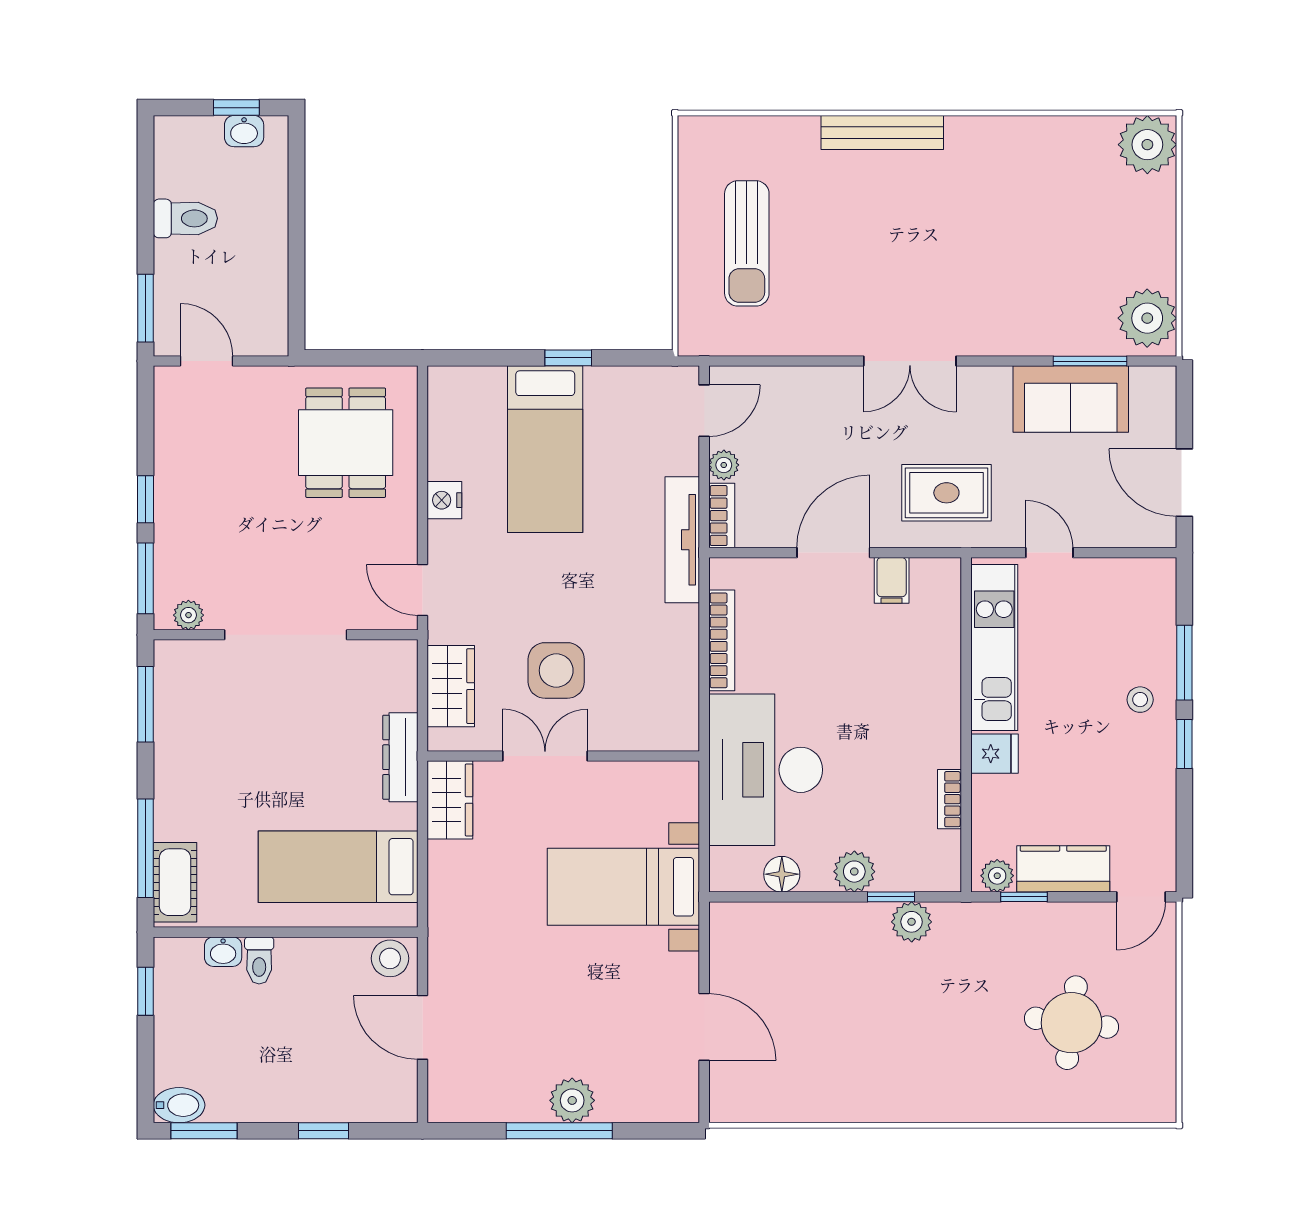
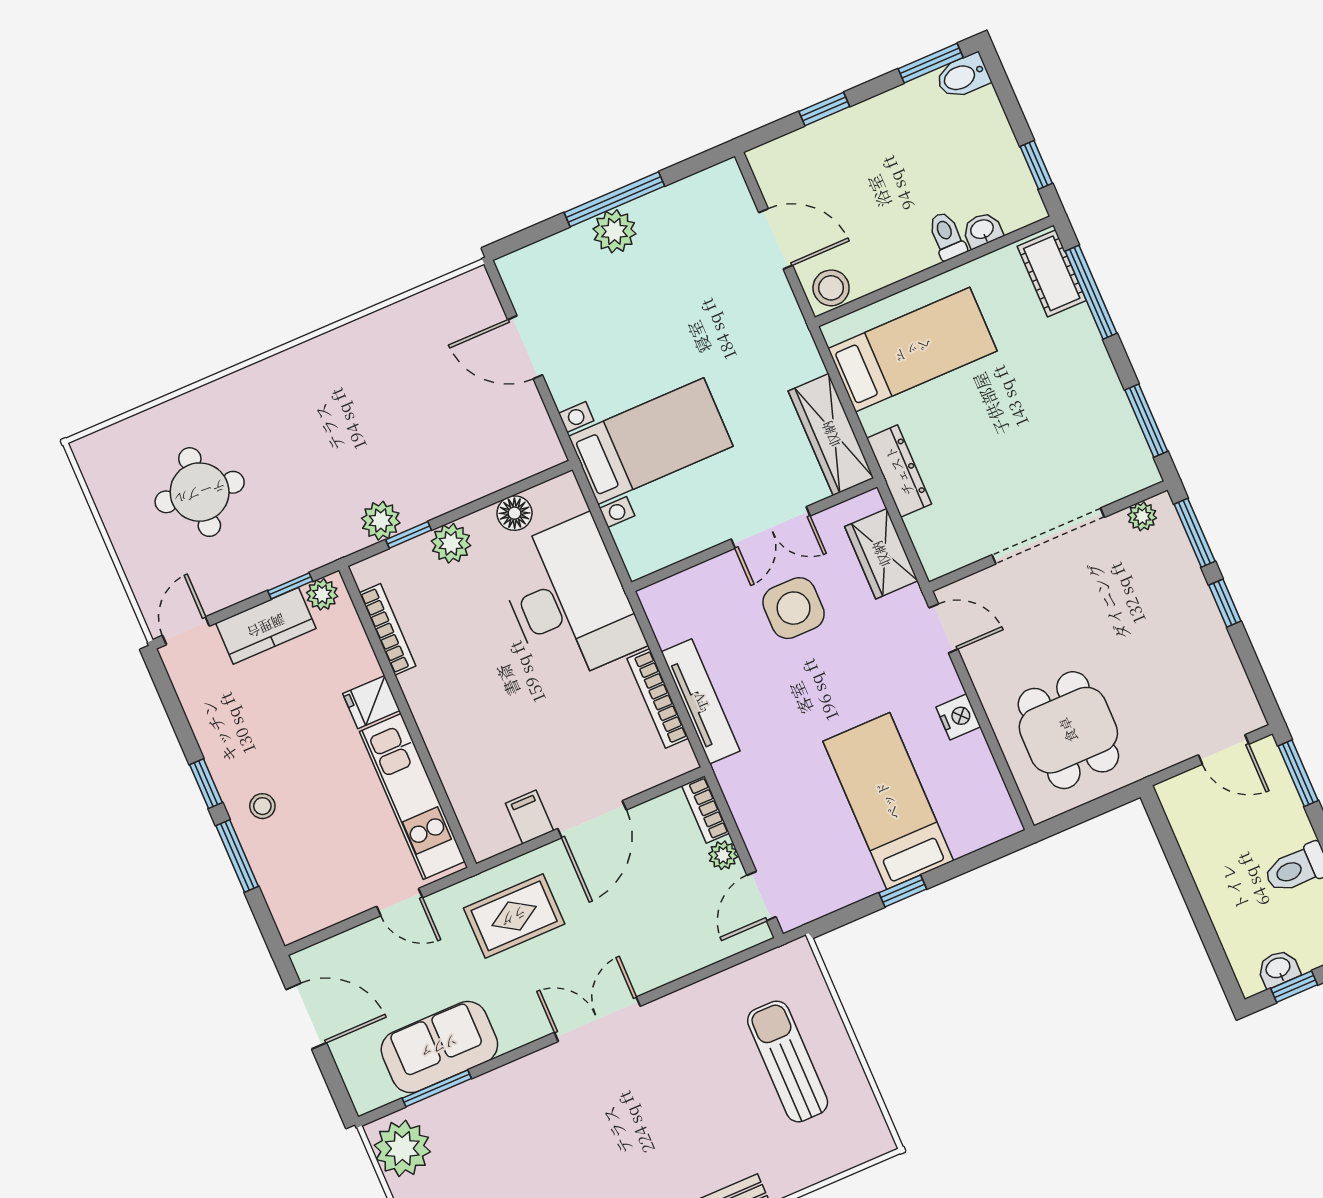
tv unit: (682, 540) -> (701, 701), moved
bookcase: (950, 799) -> (388, 629), width x1.56
wardrobe: (450, 800) -> (831, 434), width x1.50

